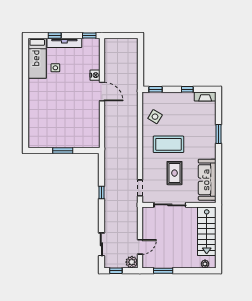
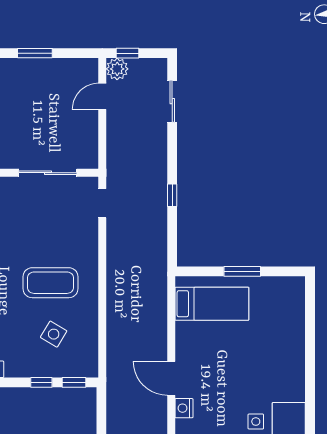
window: (187, 89) -> (41, 382), moved
side table: (155, 117) -> (54, 334), moved
bed: (80, 133) -> (212, 304), added
rug: (174, 173) -> (40, 231), removed
window: (116, 271) -> (128, 53), moved
window: (163, 271) -> (35, 53), moved

